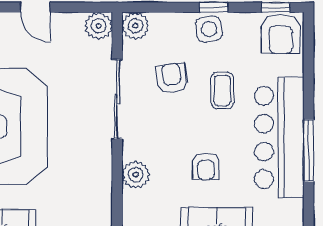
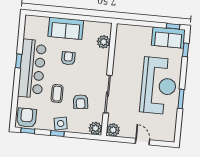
window: (309, 151) -> (19, 61), width x0.46
plant: (136, 175) -> (104, 42), moved

